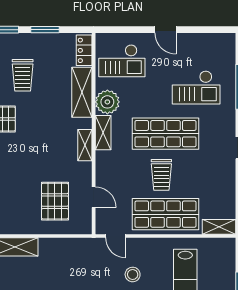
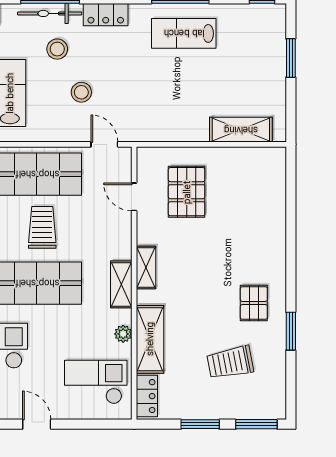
trolley: (23, 75) -> (230, 362), turned -101
plant: (107, 102) -> (123, 334), width x0.53, depth x0.53

